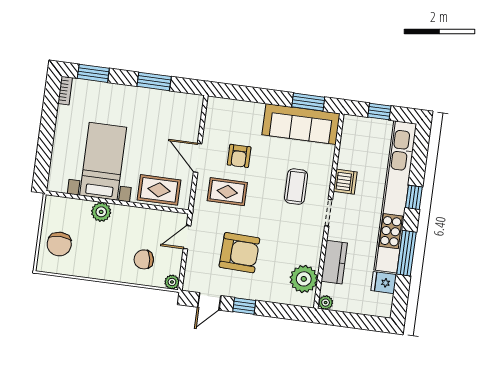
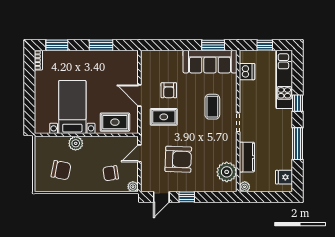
dishwasher: (345, 182) -> (247, 72), moved
kitchen unit: (395, 197) -> (284, 79), width x0.54
chair: (59, 244) -> (61, 170), moved, turned -79
fridge: (384, 283) -> (284, 177), moved

